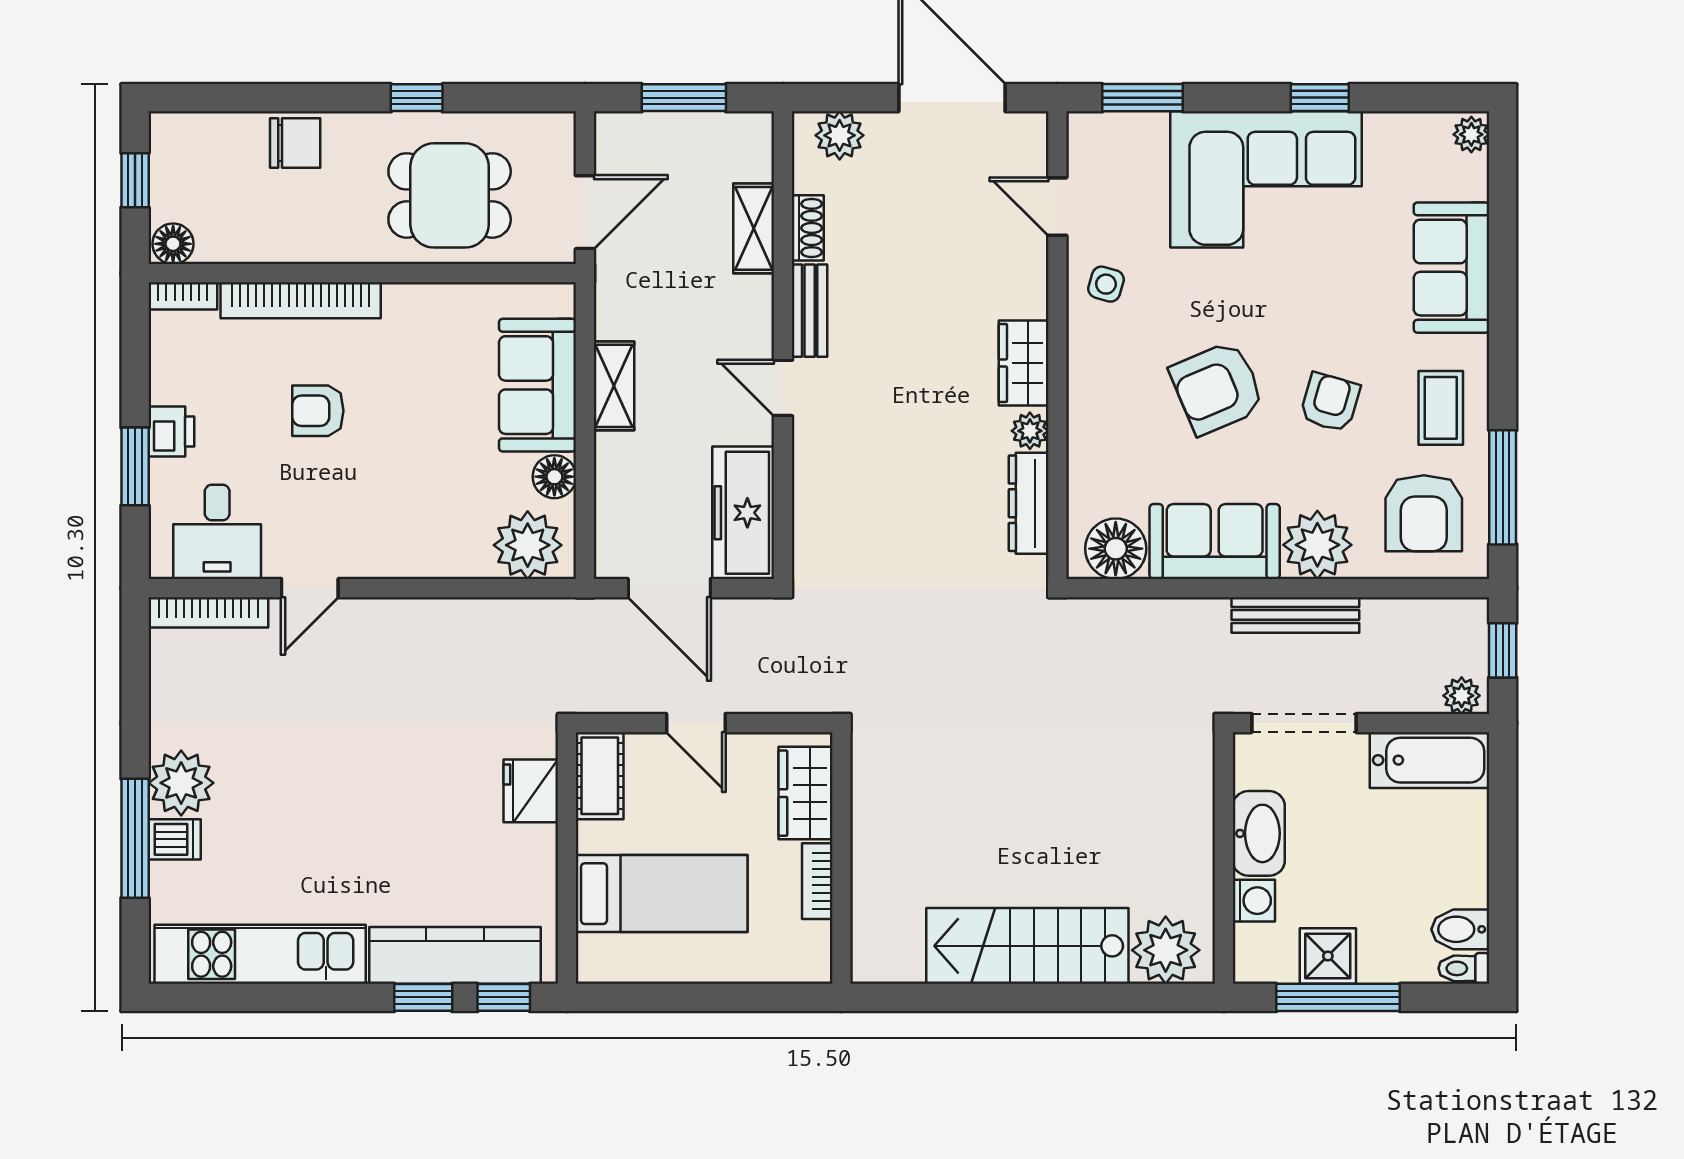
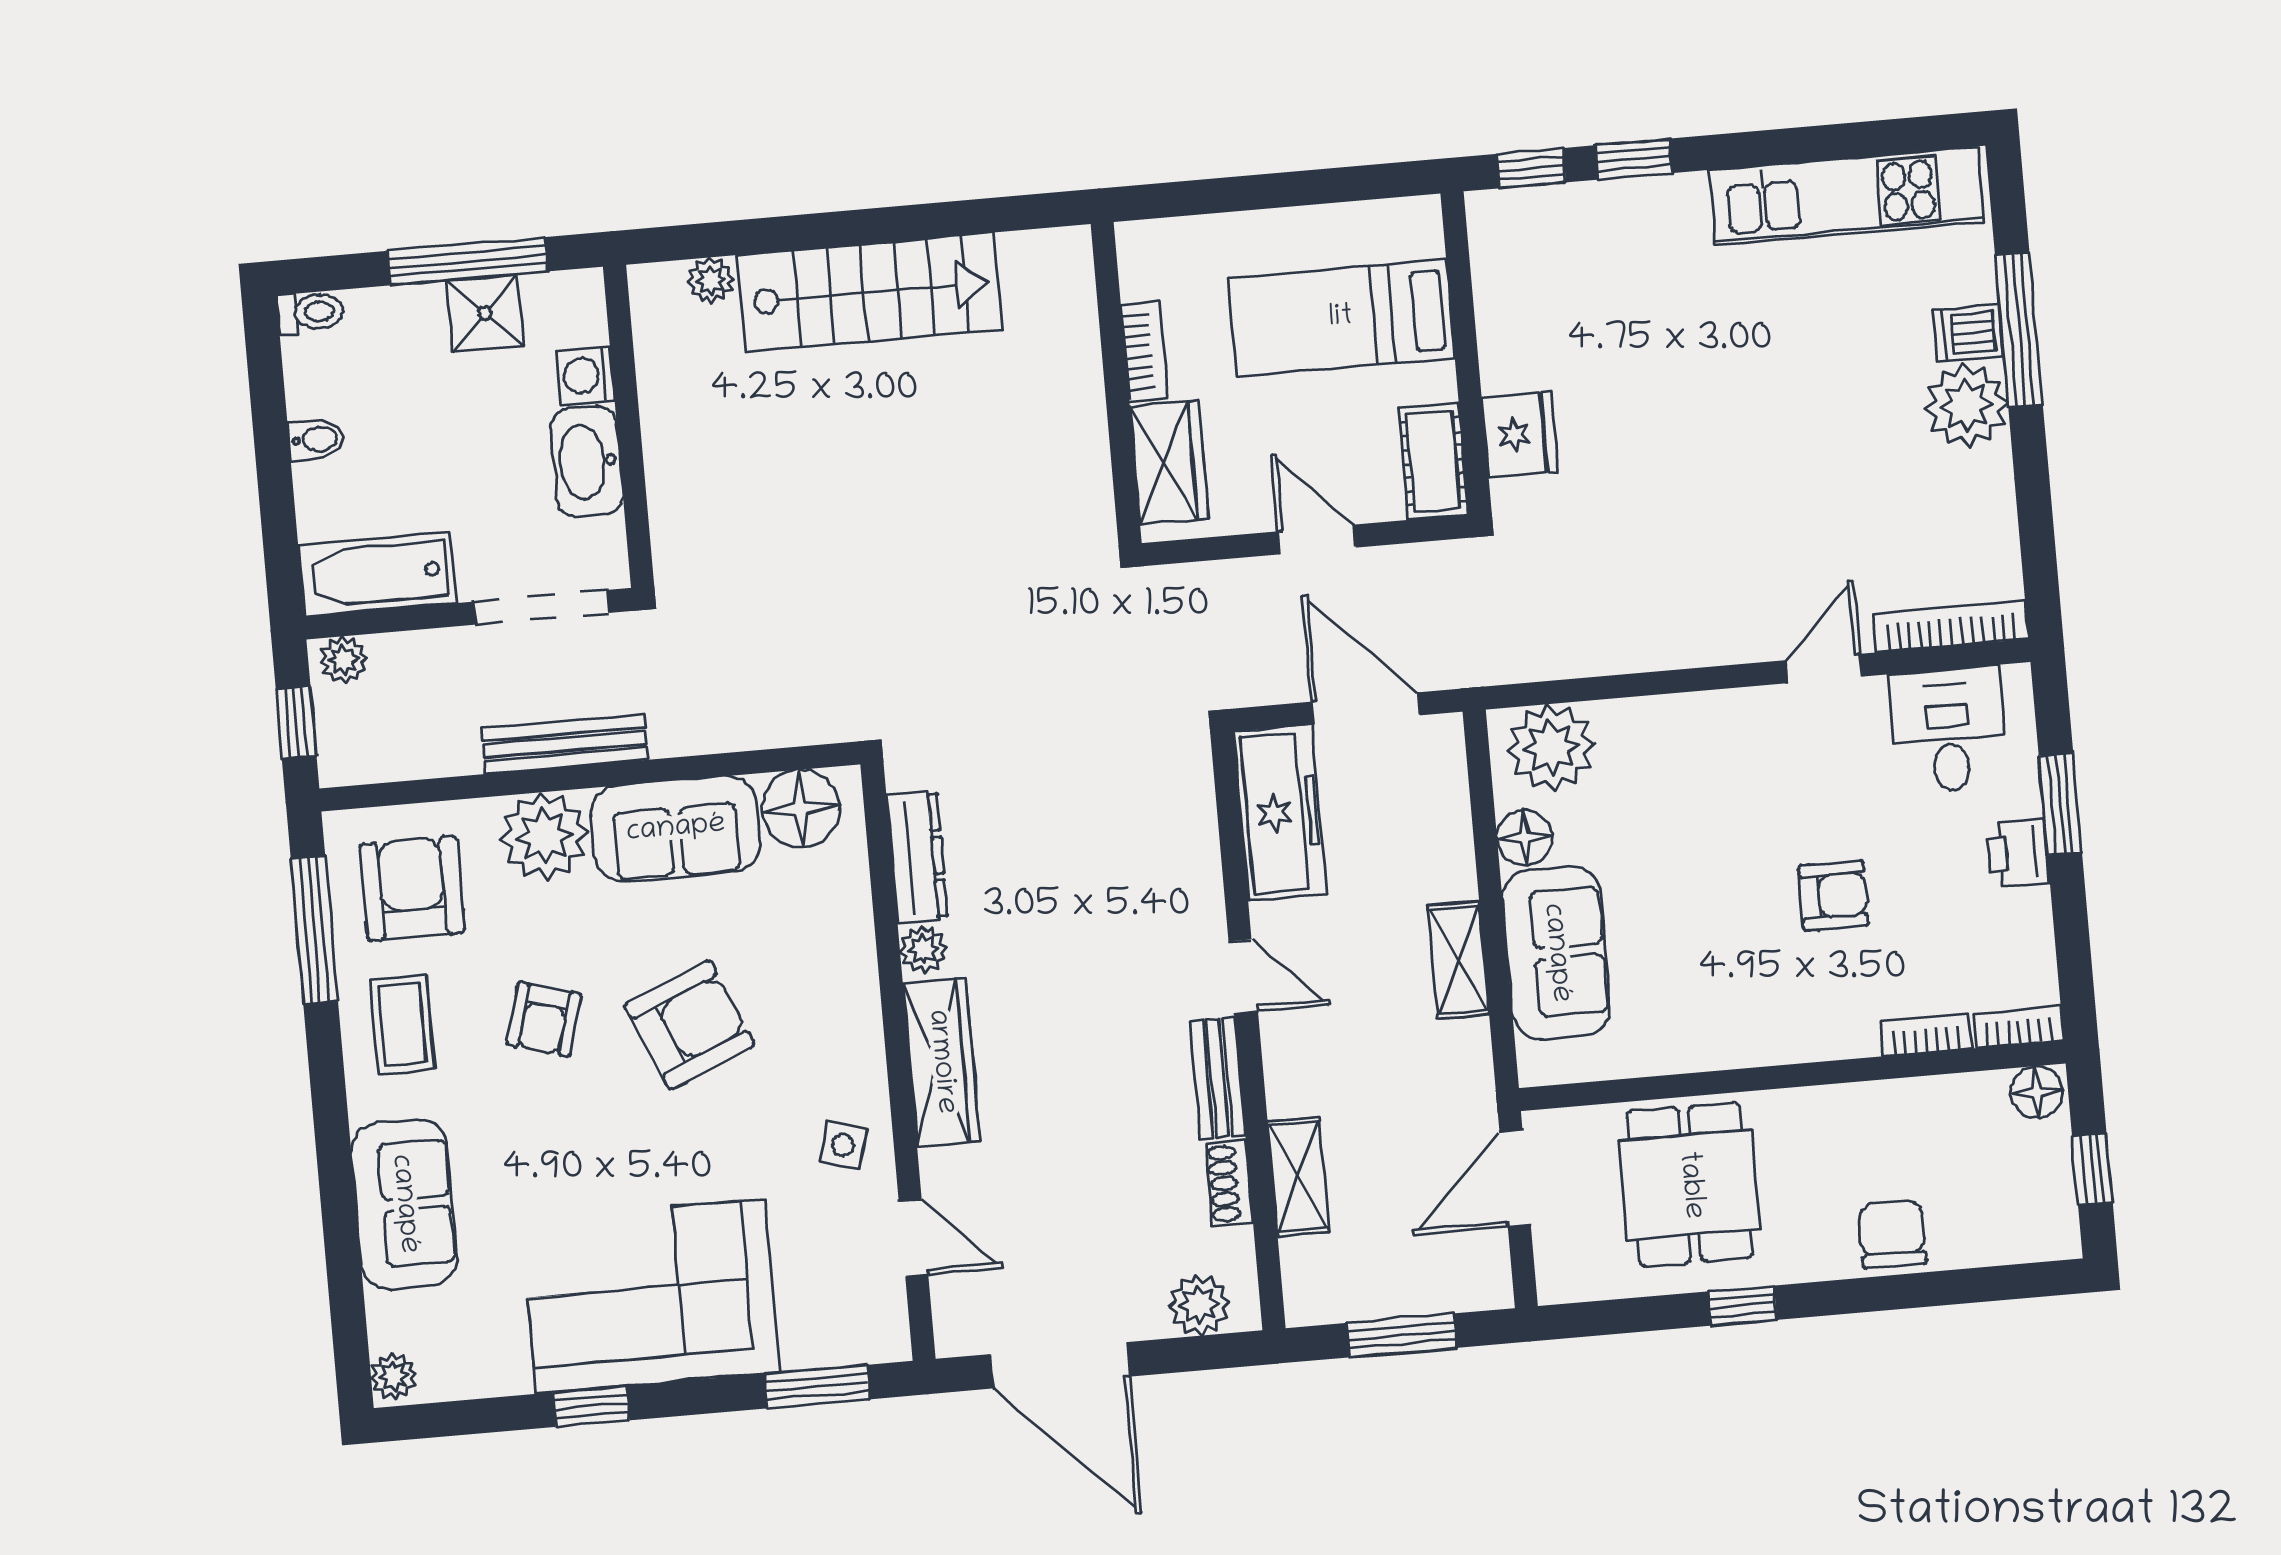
chair: (295, 143) -> (1892, 1234), turned 90
dining table: (450, 195) -> (1690, 1185), turned 90
bookcase: (301, 300) -> (1926, 1035), width x0.43, depth x0.76
wardrobe: (1024, 363) -> (941, 1062), width x1.50
bidet: (1460, 929) -> (316, 439), moved, width x0.72, depth x0.74
plant: (1166, 950) -> (711, 280), width x0.53, depth x0.53
kitchen counter: (455, 955) -> (1598, 216), removed

